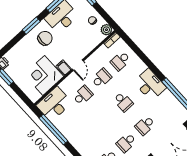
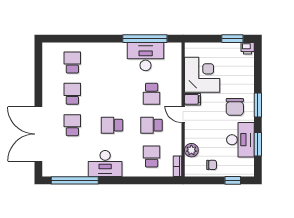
plant: (106, 30) -> (191, 150), moved
school desk: (102, 78) -> (152, 125), turned 90
desk: (54, 104) -> (146, 57), moved, turned -90

